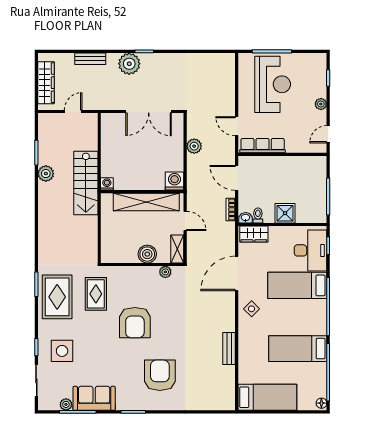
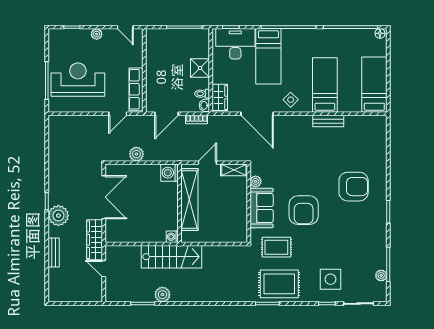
wardrobe: (46, 83) -> (95, 240), moved, turned -90
boiler: (147, 254) -> (239, 198), removed
armchair: (135, 323) -> (304, 210), turned 90
bed: (298, 349) -> (325, 85), moved, turned 180
armchair: (160, 375) -> (354, 187), turned 180
sofa: (94, 398) -> (262, 208), moved, turned 180

